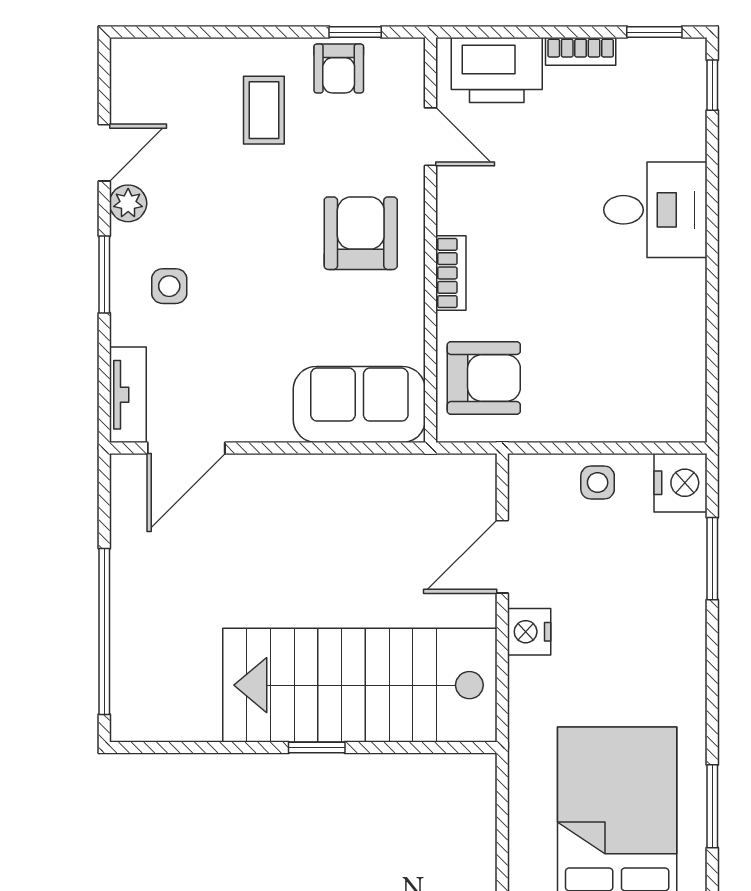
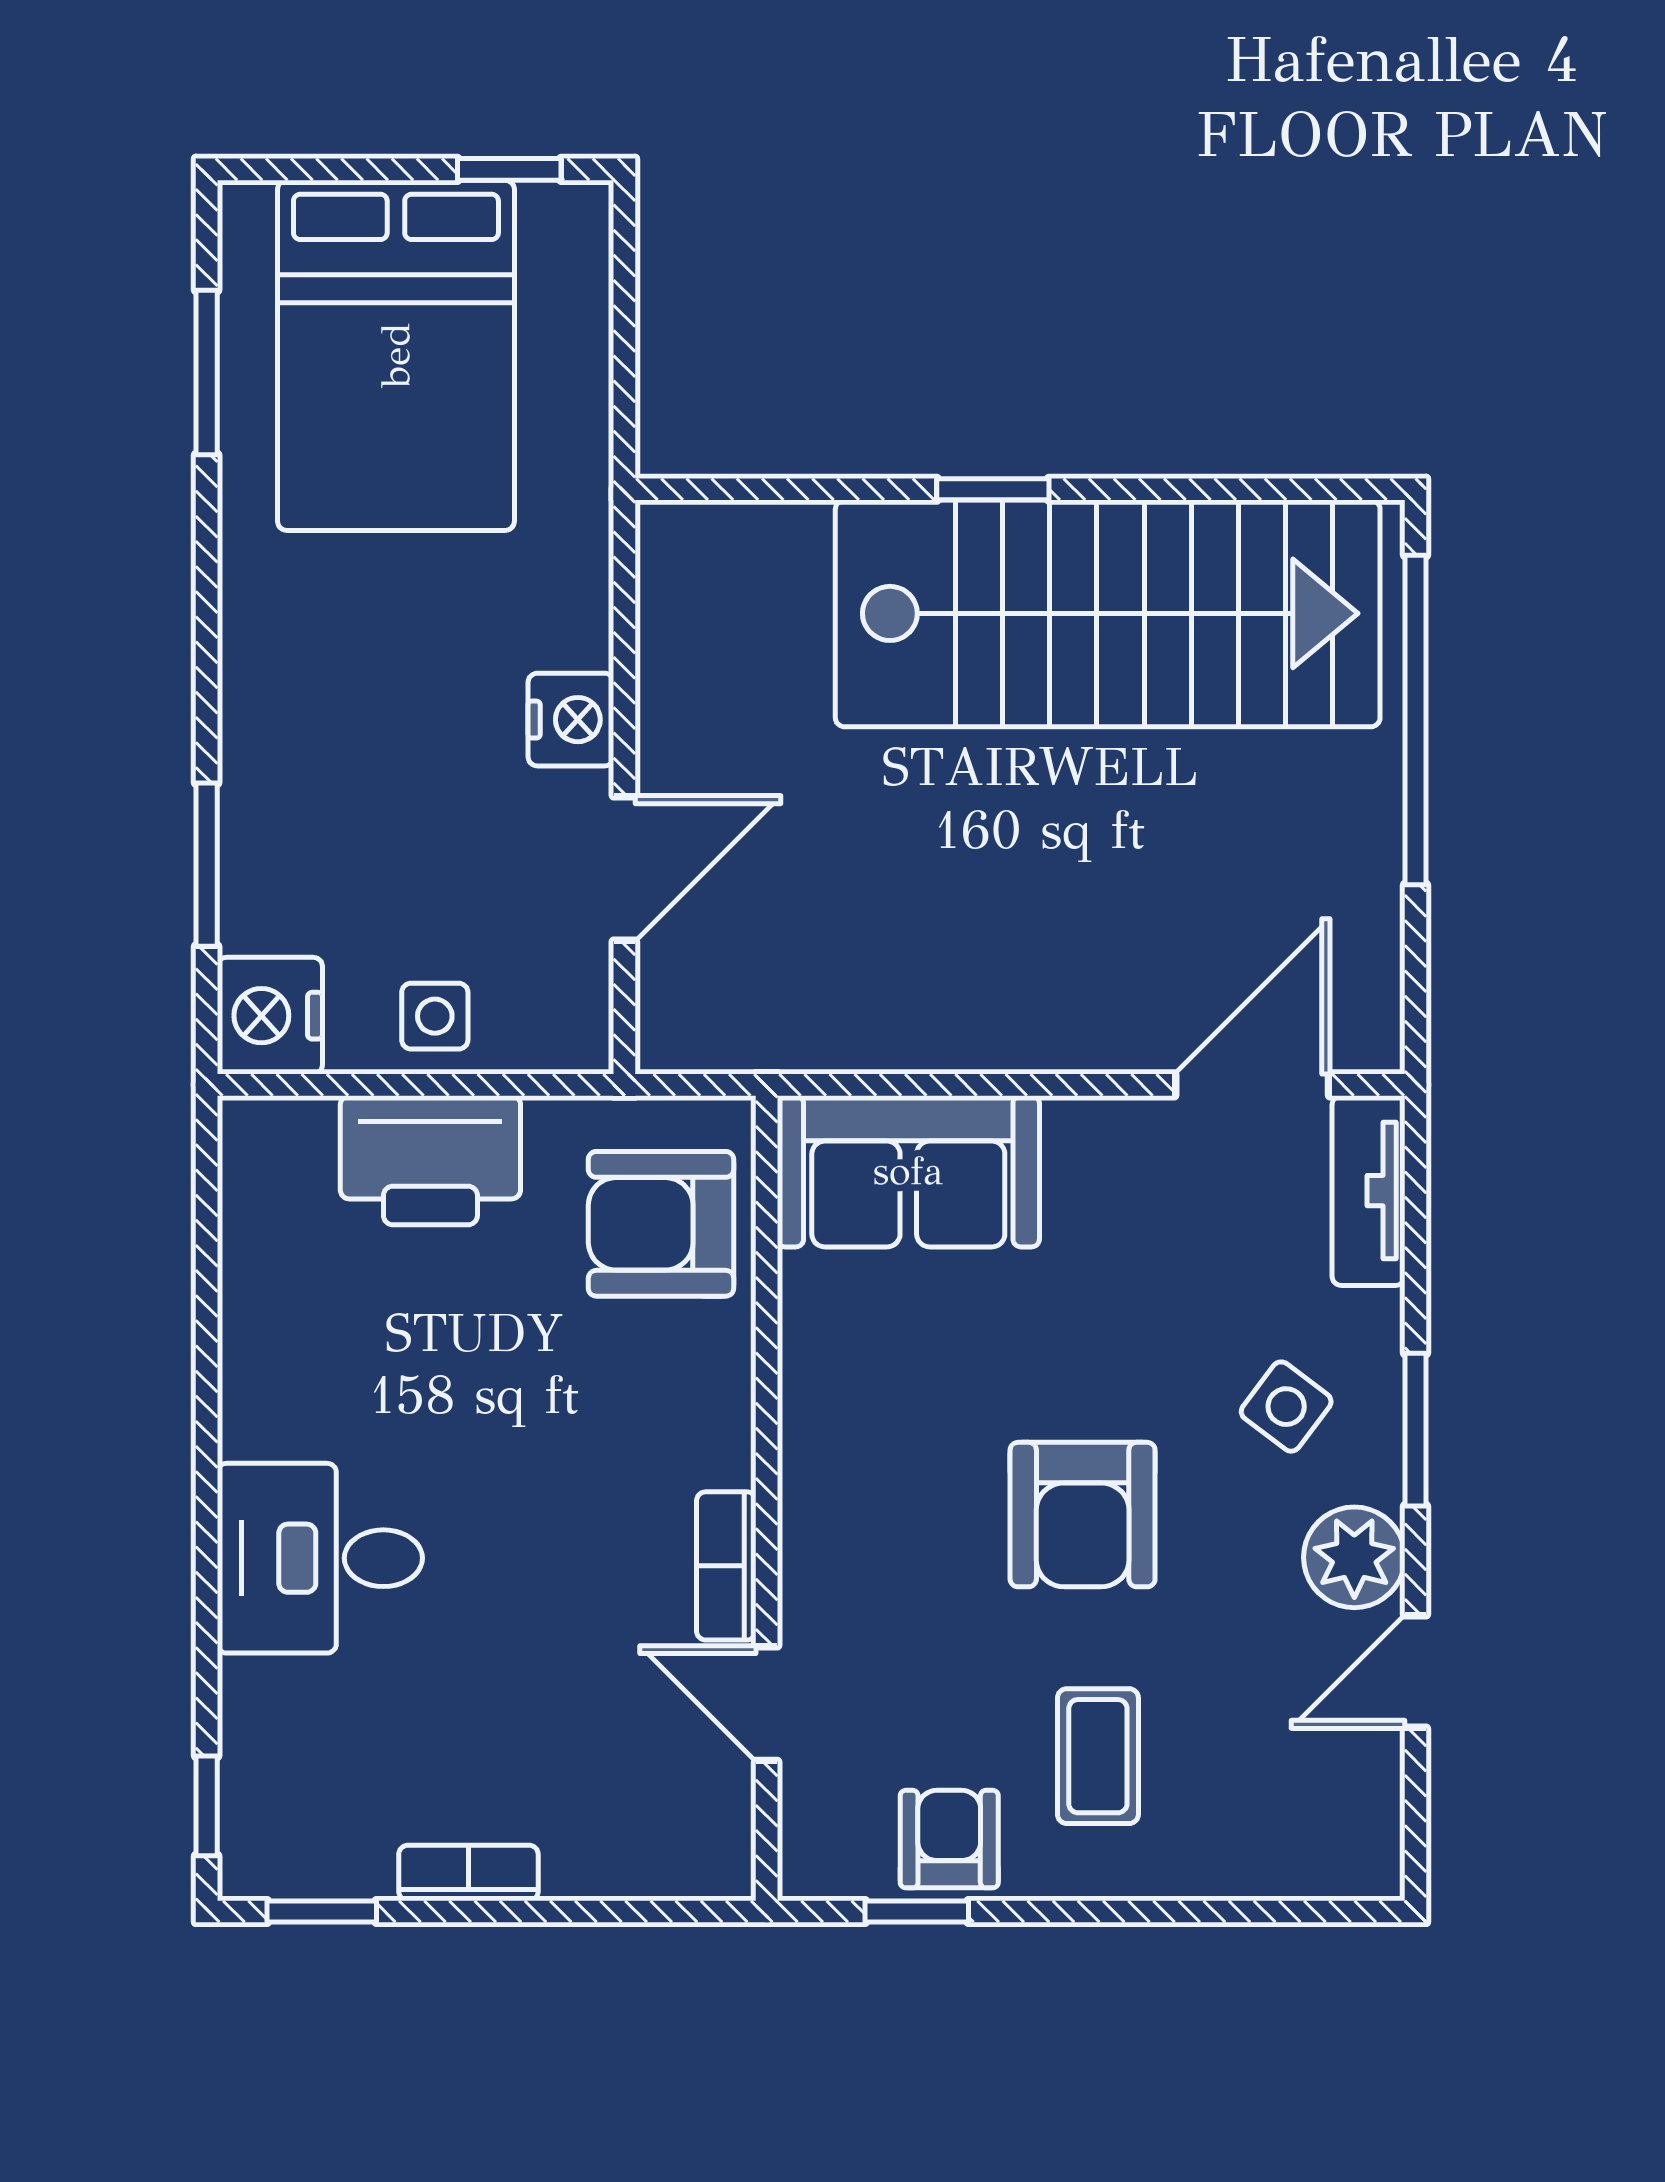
printer: (497, 70) -> (430, 1160), moved, turned 180
plant: (128, 203) -> (1354, 1557), width x1.38, depth x1.38
armchair: (361, 233) -> (1083, 1515), moved
bookcase: (451, 273) -> (726, 1566), moved
side table: (169, 286) -> (1286, 1407), turned 37
stairs: (360, 685) -> (1108, 613), moved

